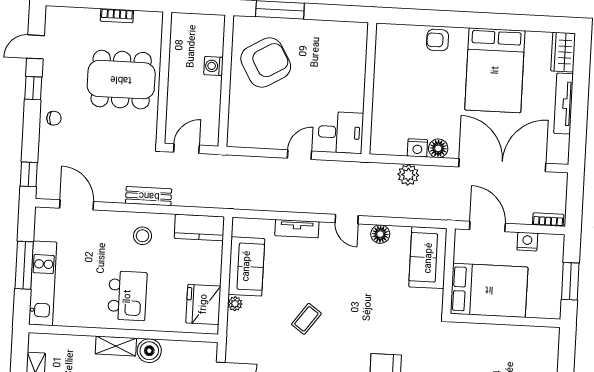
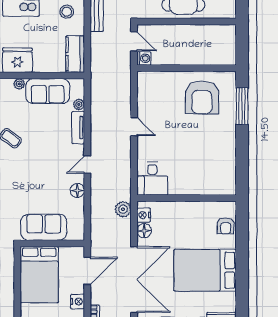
armchair: (438, 40) -> (226, 226), turned 180
armchair: (266, 63) -> (202, 97), turned 30
washing machine: (213, 66) -> (144, 58), moved, turned 90
wall: (369, 88) -> (187, 198), moved
desk: (341, 132) -> (152, 179), moved
plant: (266, 226) -> (79, 104), added
sofa: (428, 258) -> (44, 227), moved

